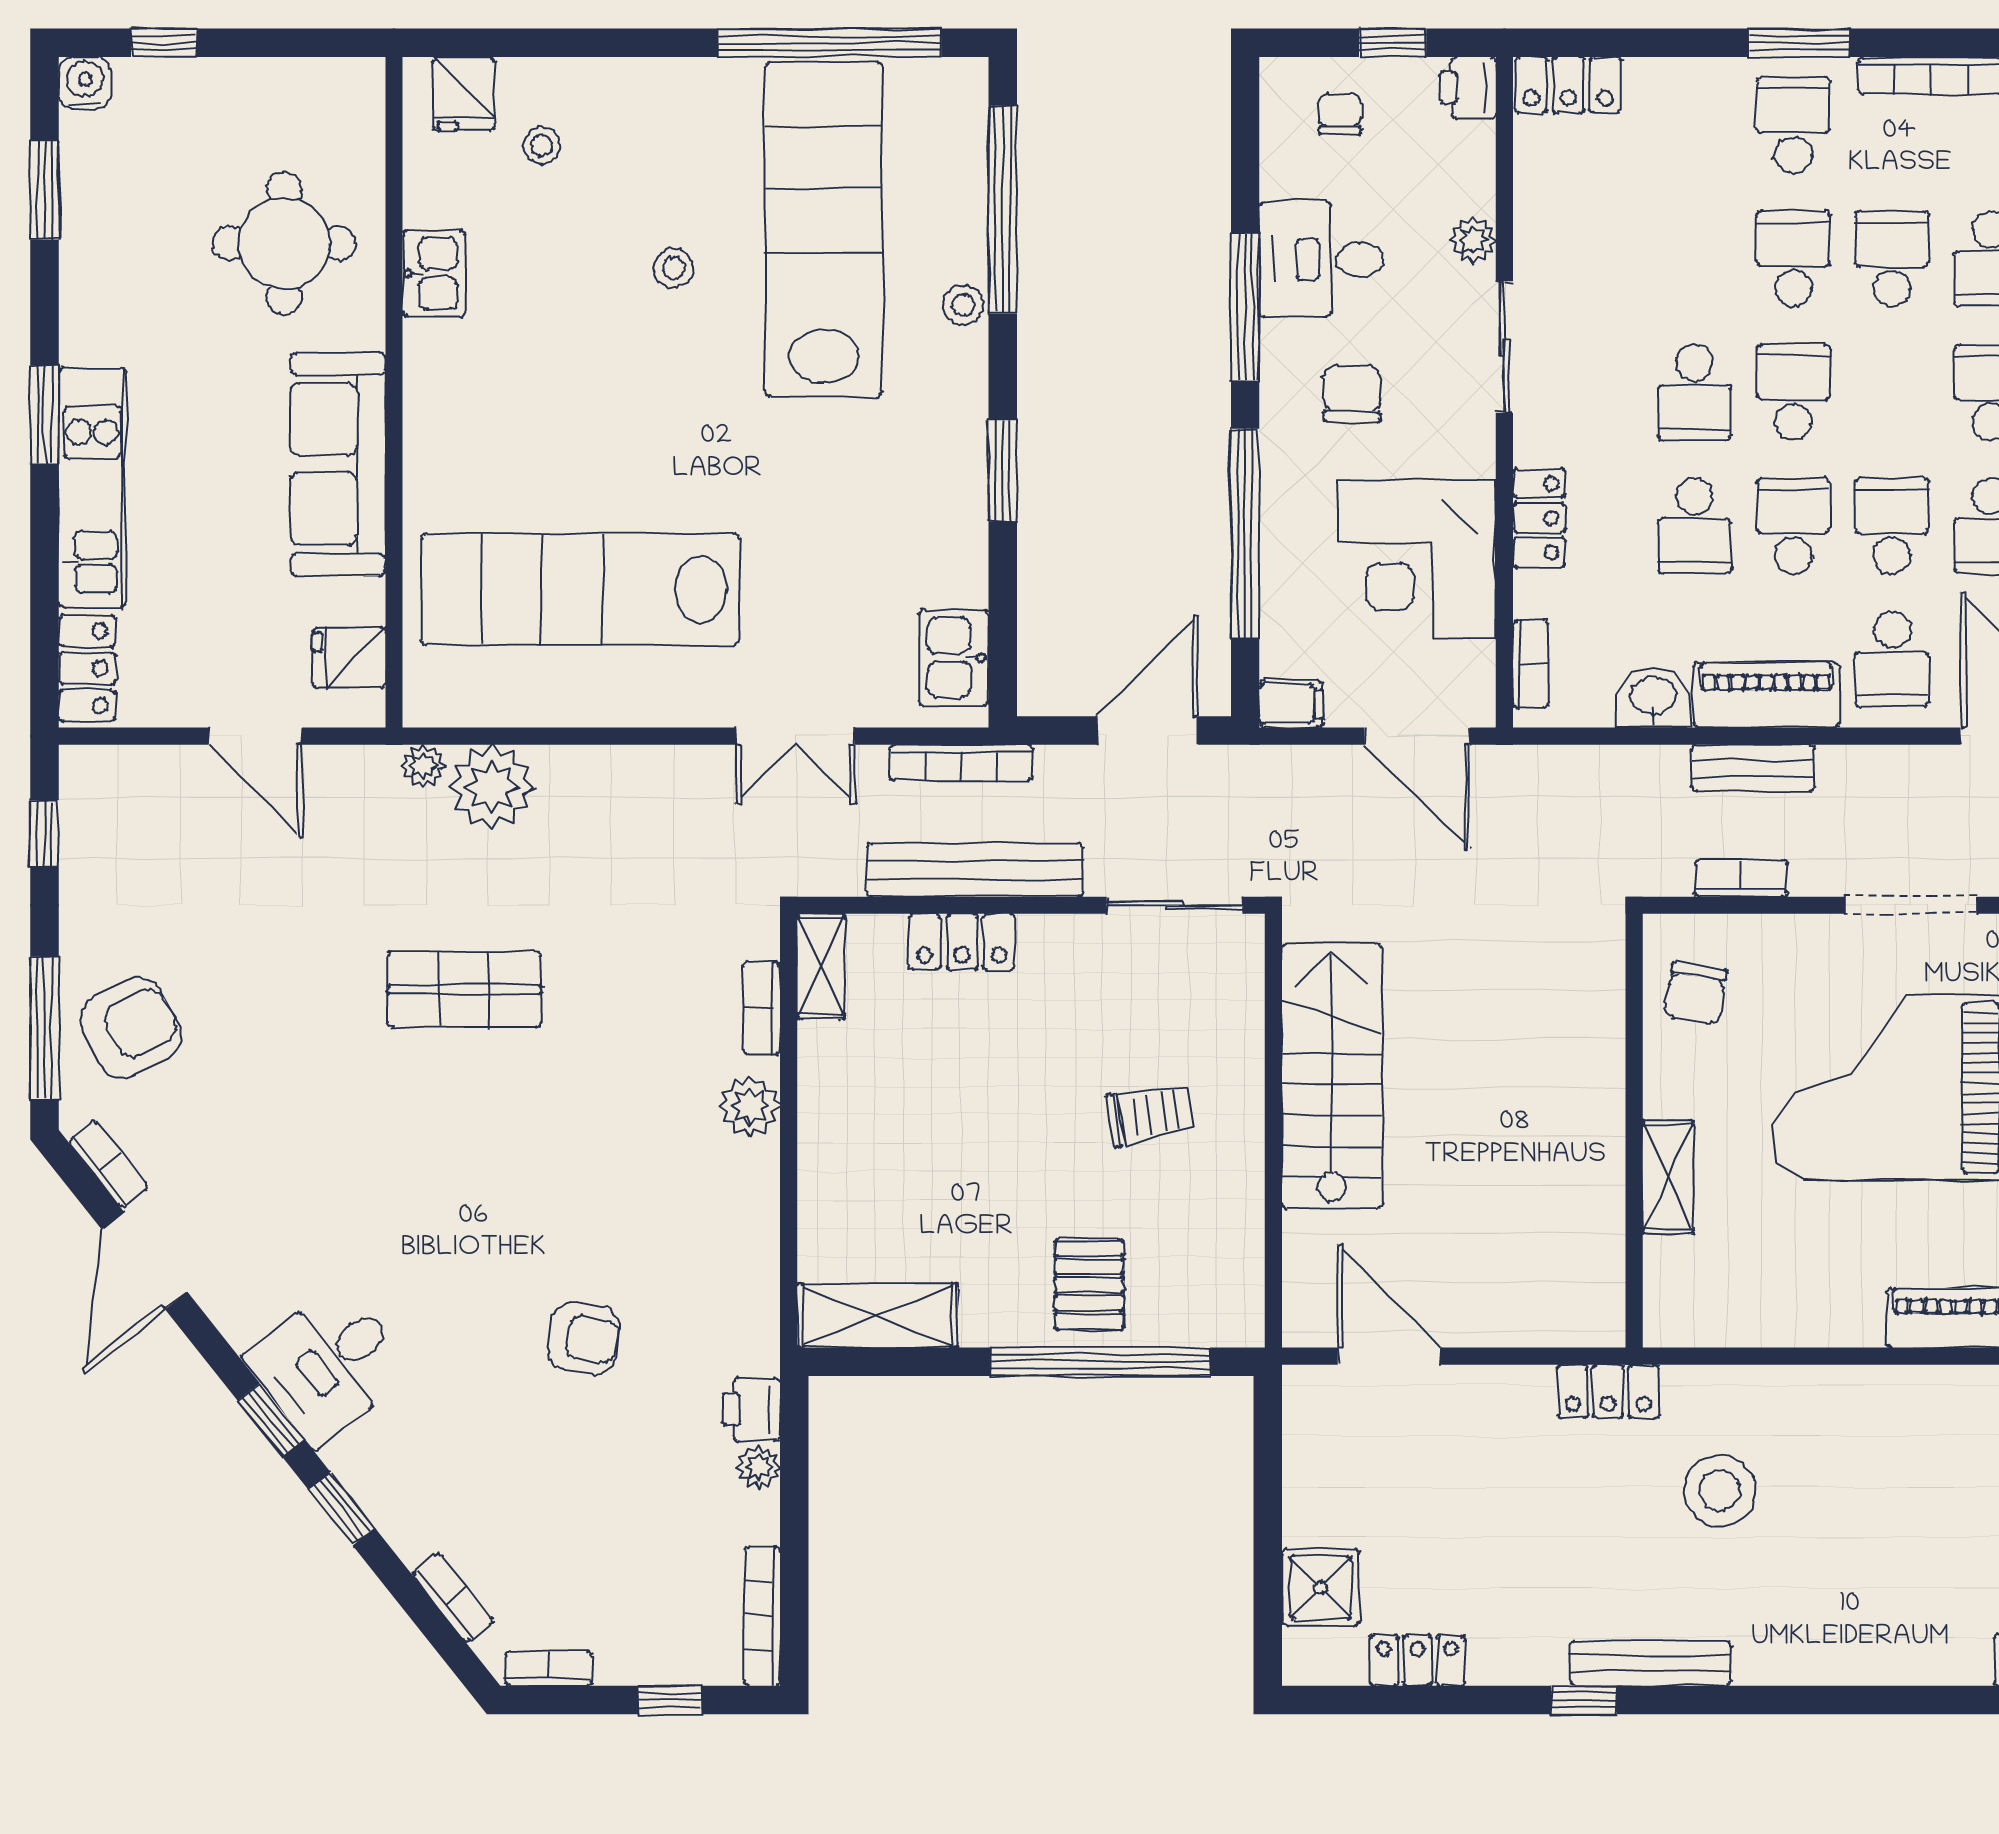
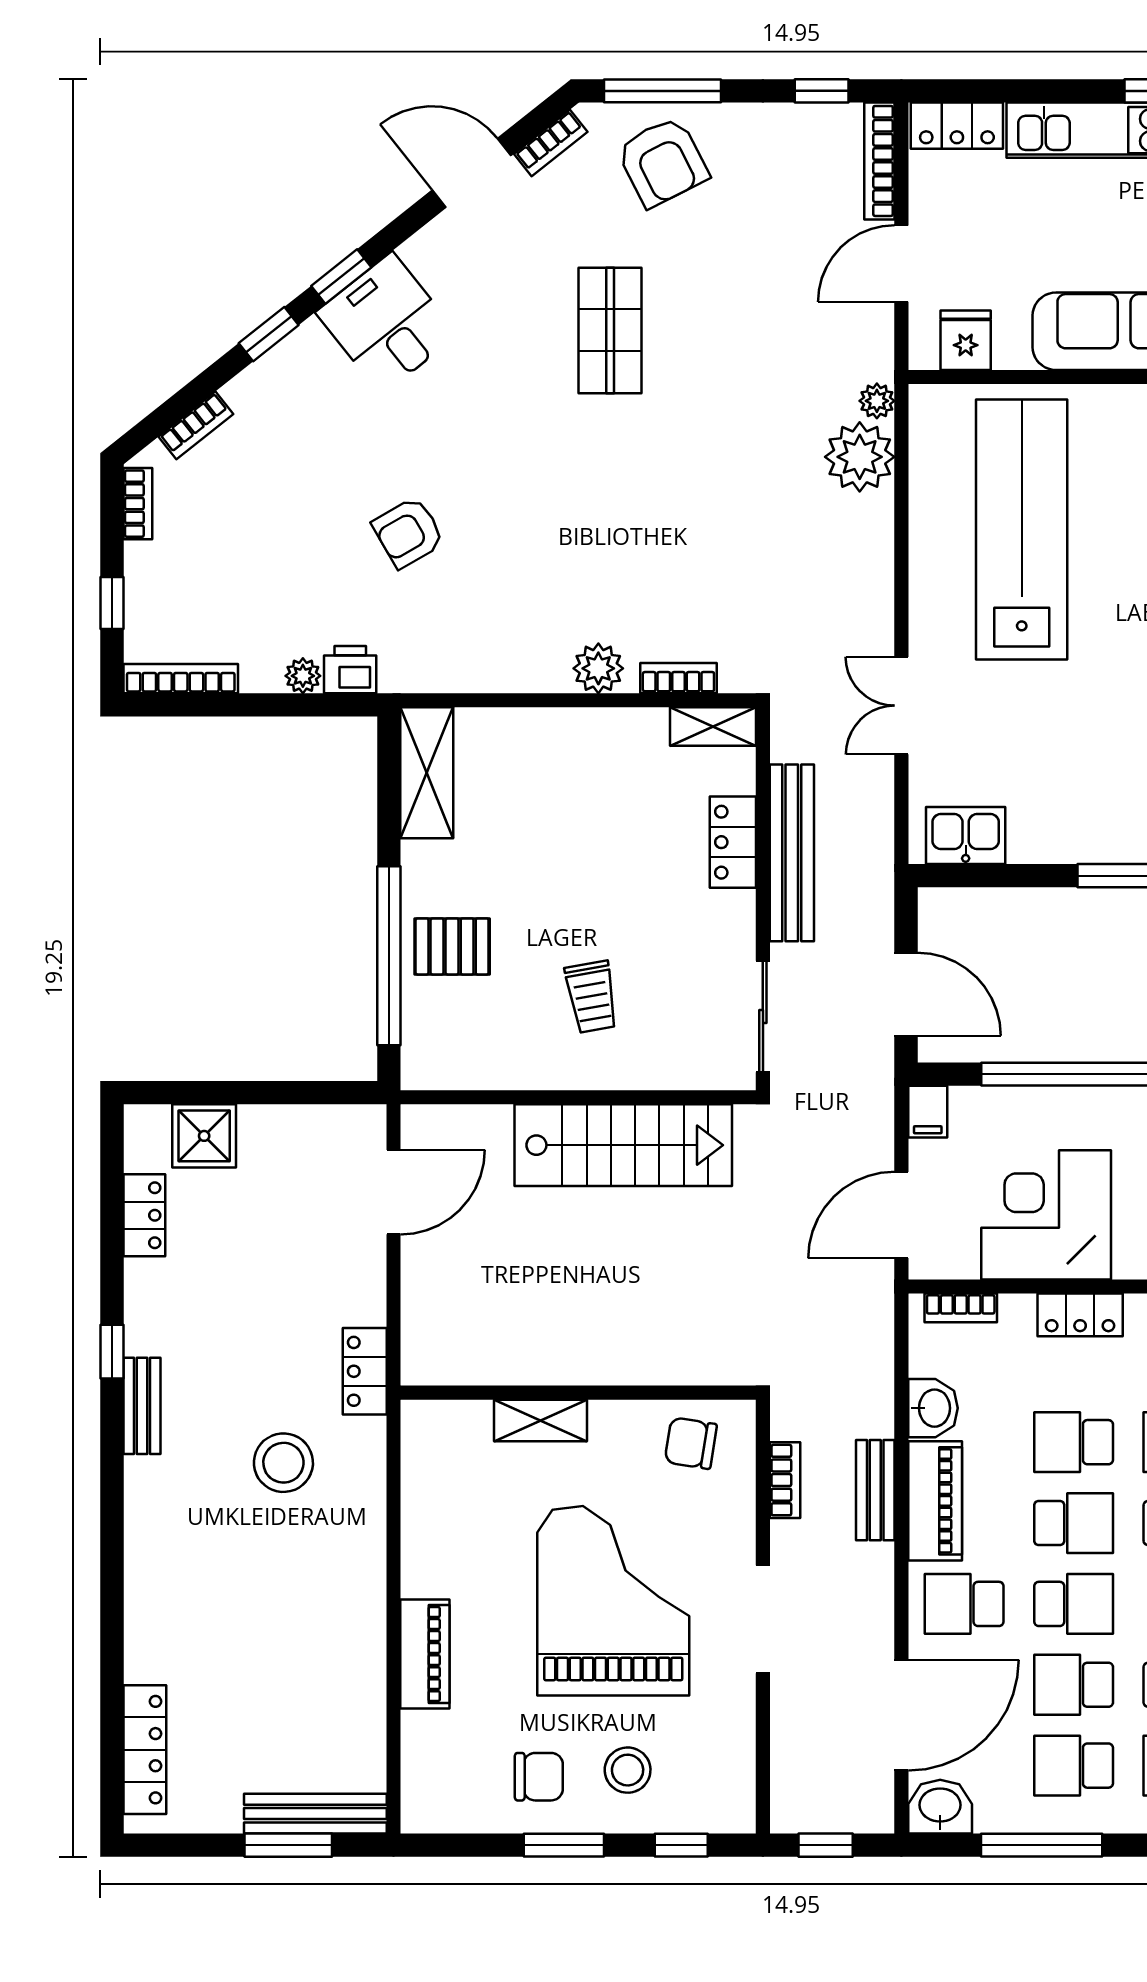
bookcase: (961, 763) -> (879, 161), moved
shop shelf: (464, 989) -> (610, 330), moved
armchair: (584, 1338) -> (408, 533), turned 50
bench: (1650, 1663) -> (142, 1406), width x0.73

